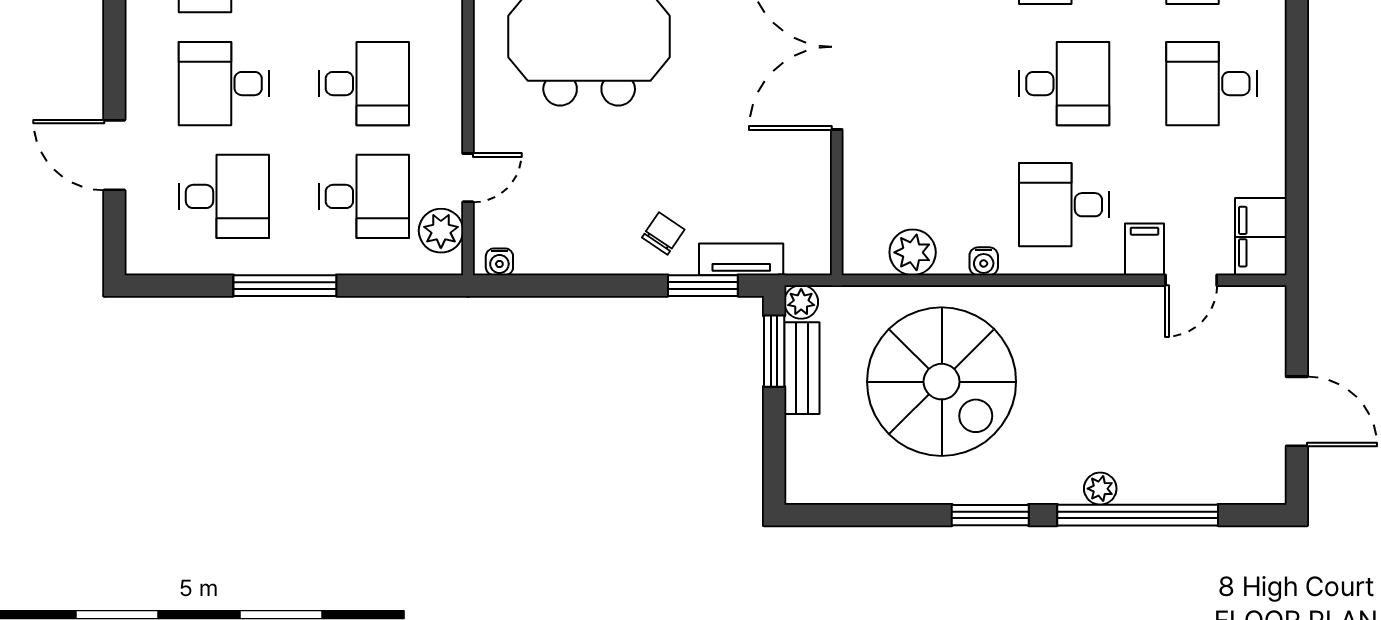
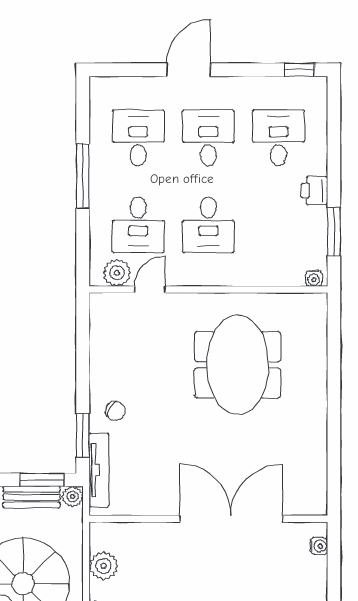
door: (114, 155) -> (189, 70), moved
door: (468, 178) -> (150, 290), swing flipped
desk: (224, 196) -> (138, 138), turned 180
tv unit: (741, 259) -> (99, 470), width x1.41
water cooler: (499, 262) -> (98, 309), removed

